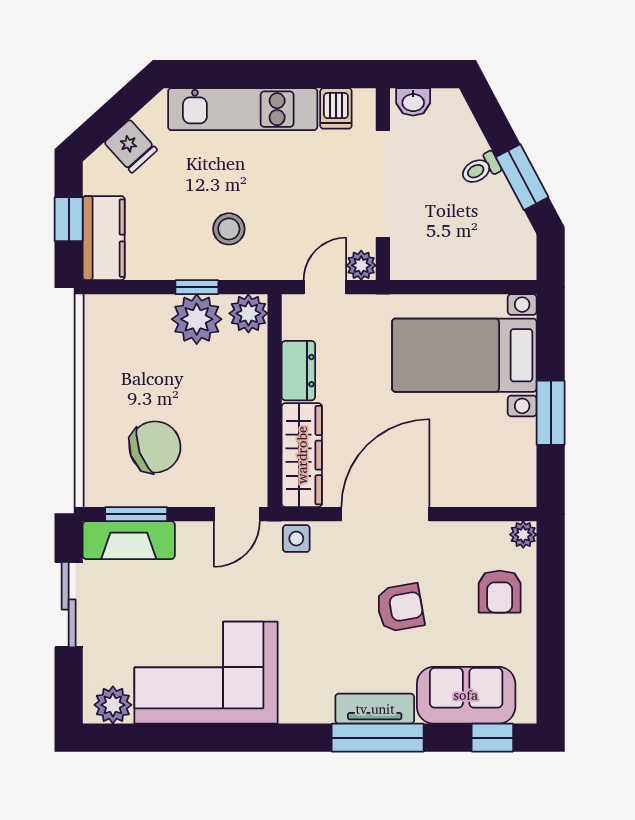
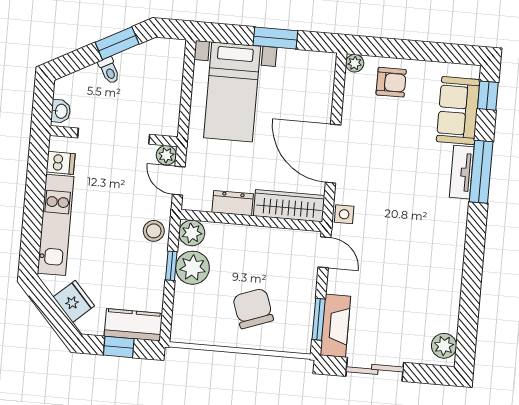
fridge: (131, 146) -> (74, 301), width x1.38
stool: (229, 229) -> (154, 231), moved
chair: (155, 447) -> (253, 308), moved
armchair: (400, 608) -> (396, 149), removed
corner sofa: (206, 673) -> (428, 282), removed

